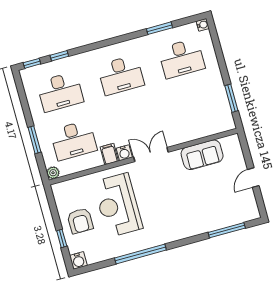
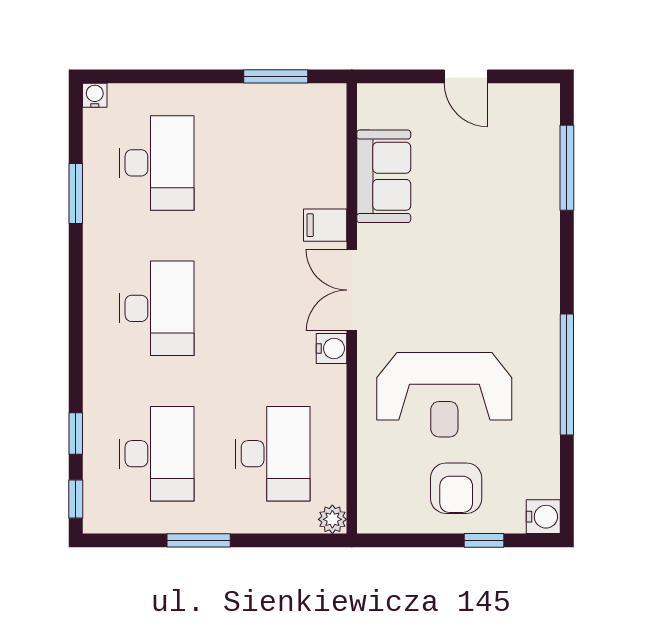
window: (34, 140) -> (199, 540), moved
filing cabinet: (109, 154) -> (325, 225), moved
armchair: (80, 221) -> (456, 488), turned 90

